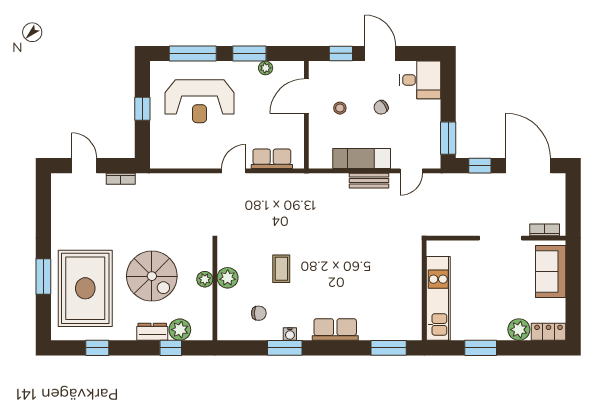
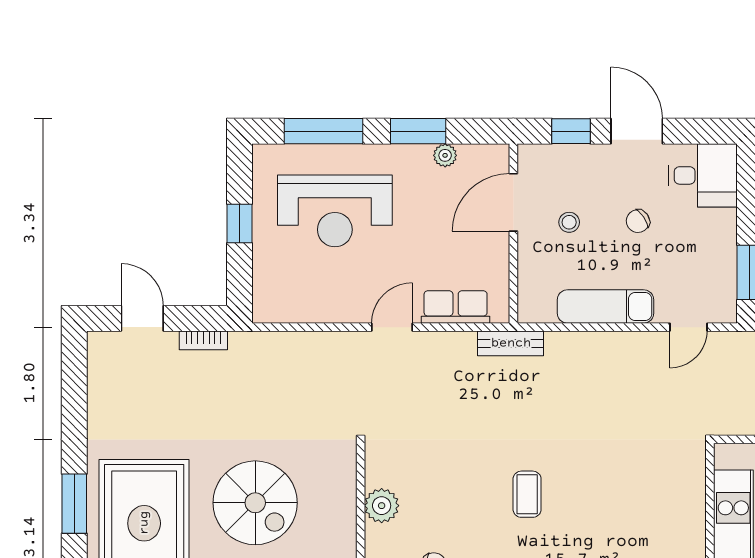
bench: (369, 181) -> (511, 343), moved
coffee table: (281, 269) -> (527, 494), moved
plant: (205, 279) -> (344, 508), removed

